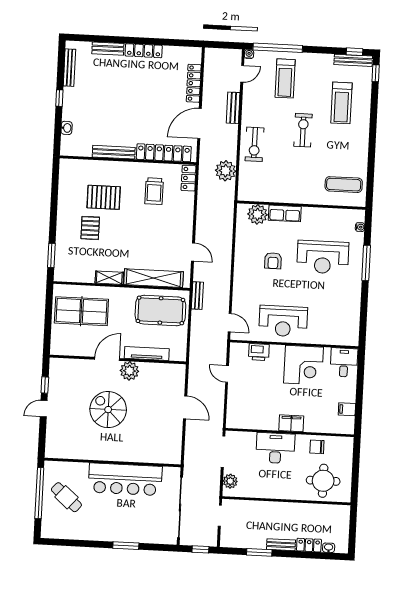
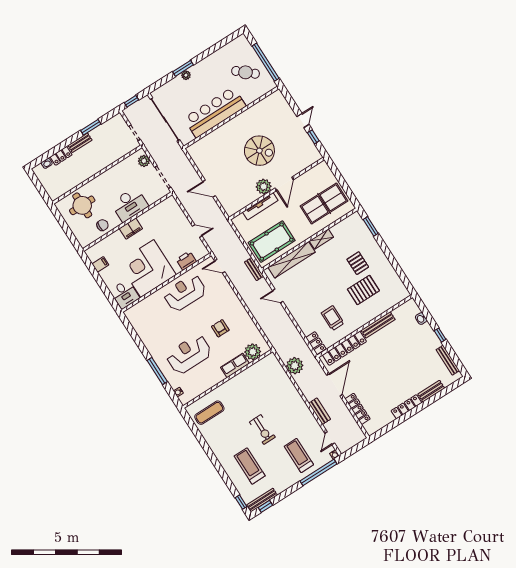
exercise bike: (254, 144) -> (288, 397), removed
corner desk: (304, 365) -> (147, 269), width x1.36, depth x1.36
plant: (128, 537) -> (186, 75), added

